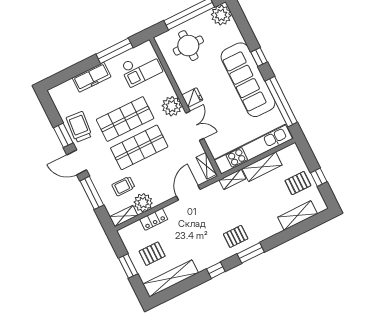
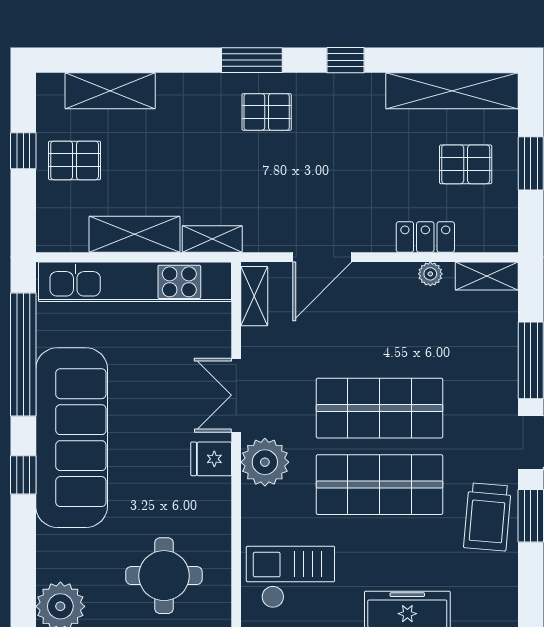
trolley: (123, 186) -> (455, 341), removed
plant: (143, 203) -> (430, 274), width x0.53, depth x0.53

